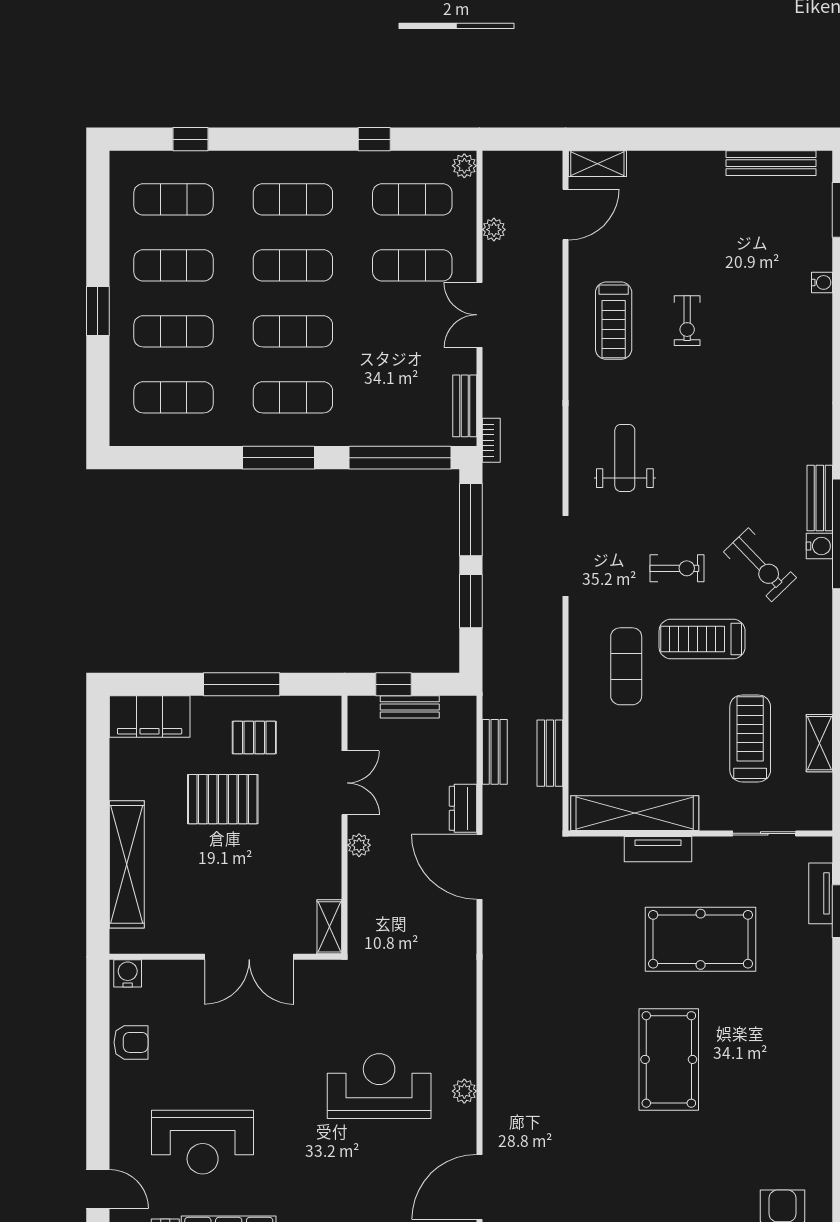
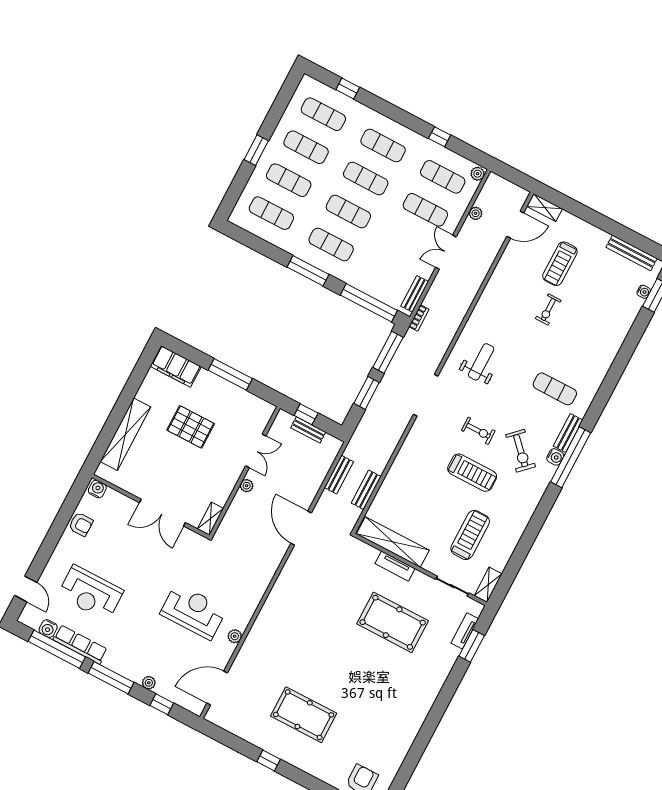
water cooler: (822, 282) -> (644, 292), moved
treadmill: (614, 321) -> (560, 264), moved
treadmill: (702, 639) -> (472, 473), turned 180
exercise mat: (626, 666) -> (555, 389), moved, turned 90
pallet: (254, 737) -> (223, 404), removed
shelving: (819, 743) -> (488, 585), moved
dresser: (463, 808) -> (308, 495), removed
pool table: (669, 1059) -> (304, 715), moved, turned 90

